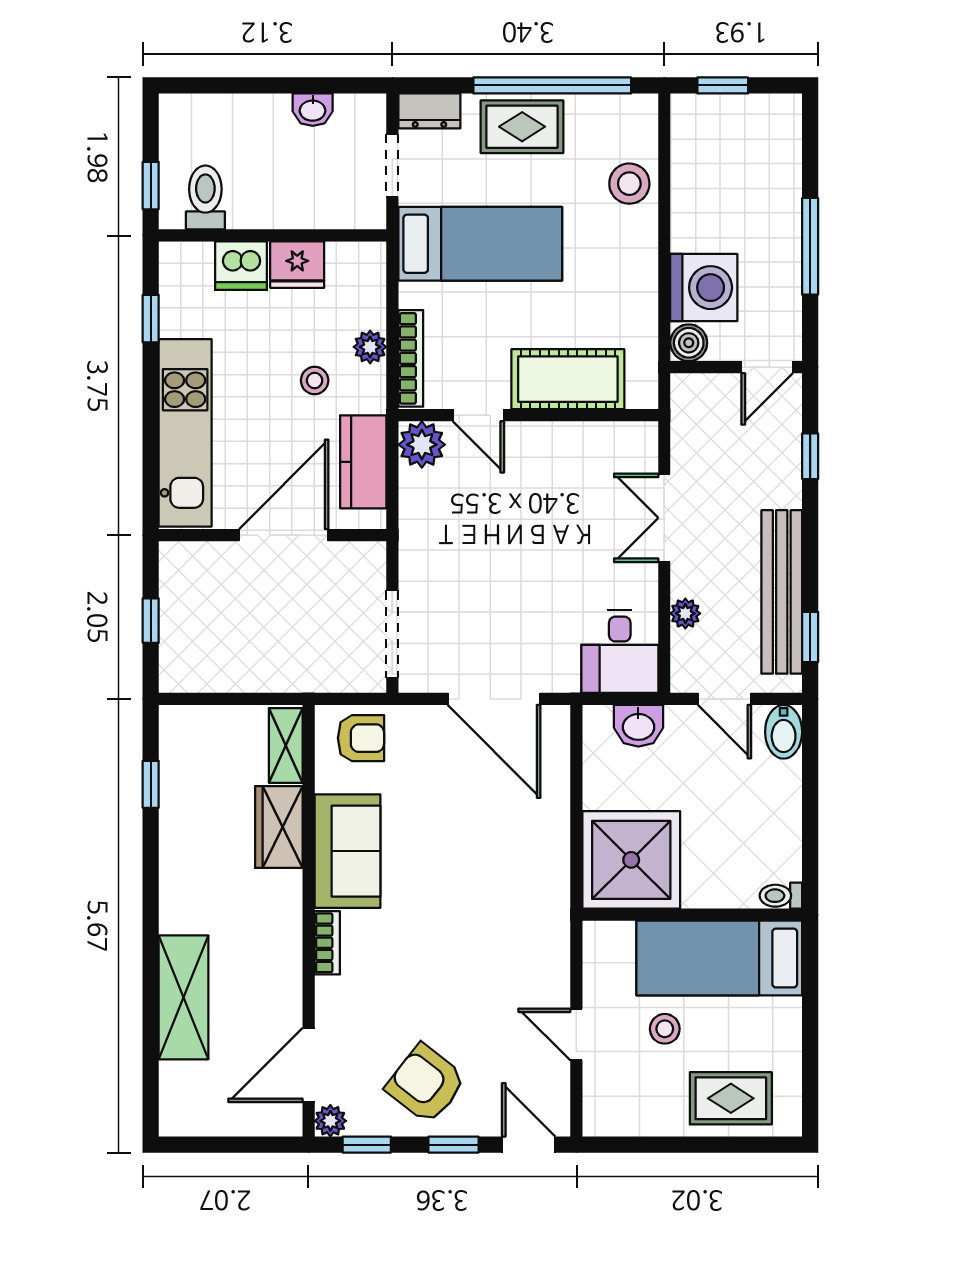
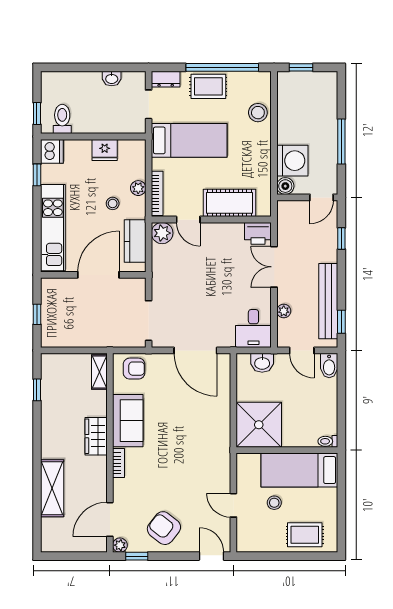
dishwasher: (241, 266) -> (52, 151), moved, turned -90
printer: (629, 445) -> (258, 233), added
wardrobe: (279, 827) -> (96, 436), moved
window: (454, 1145) -> (177, 556), removed

